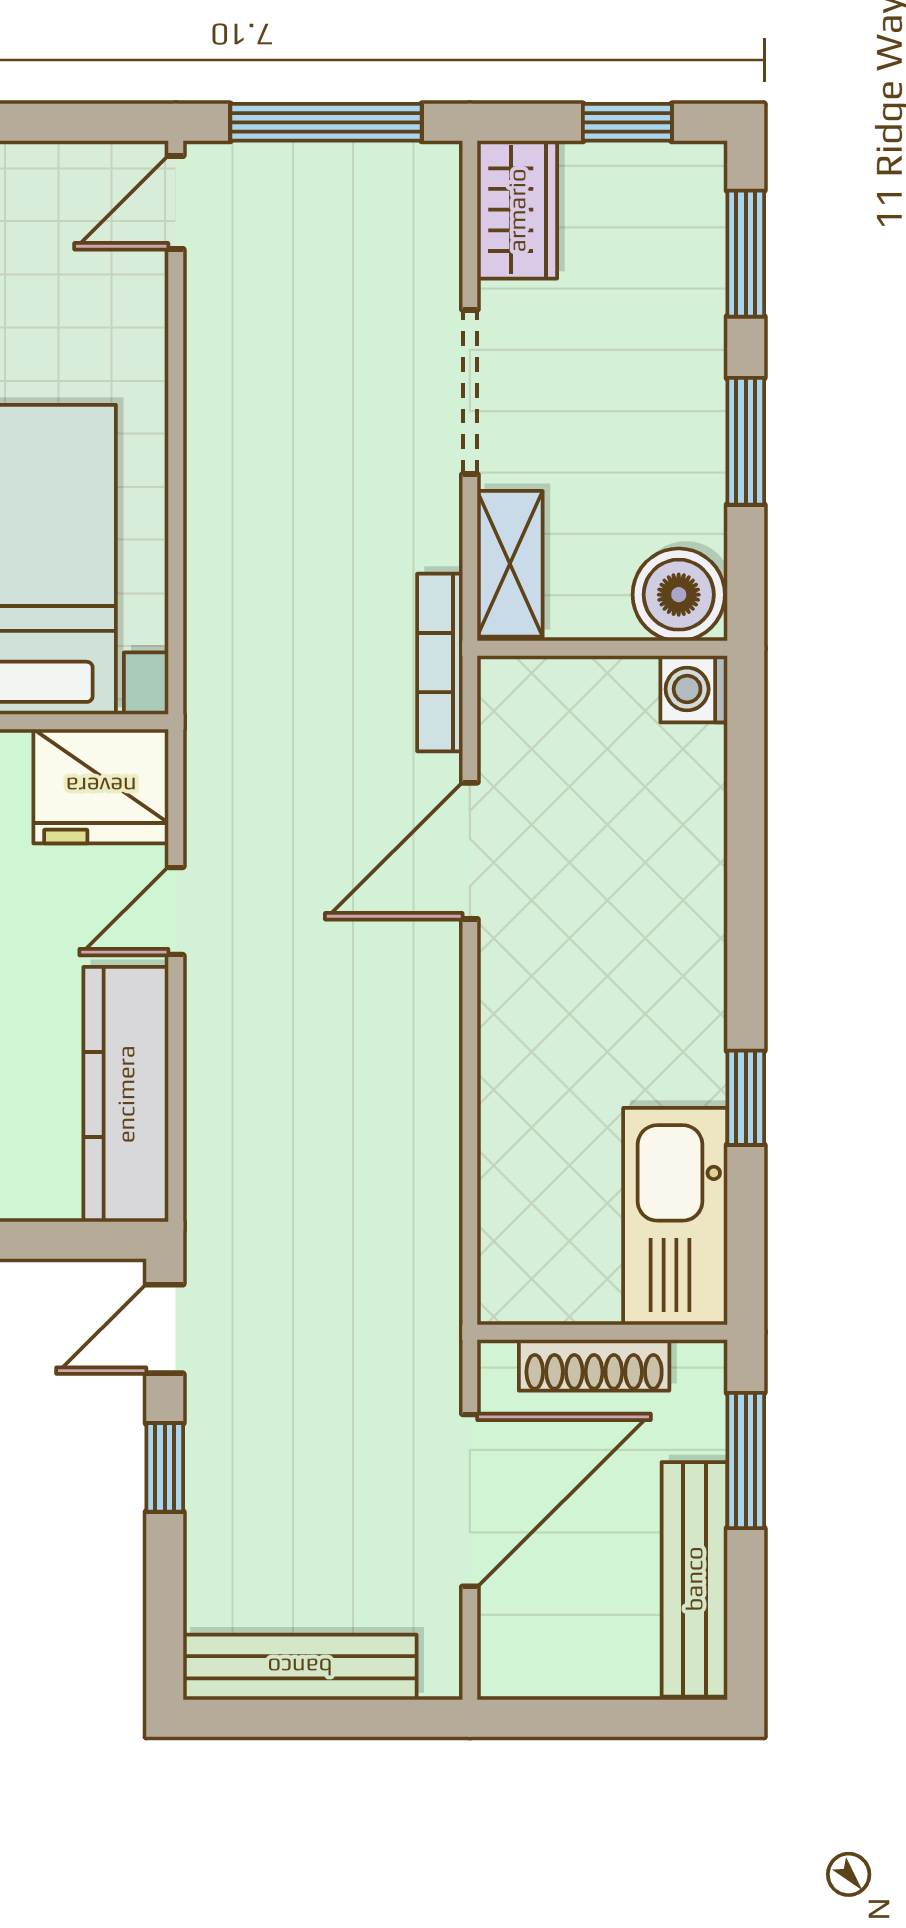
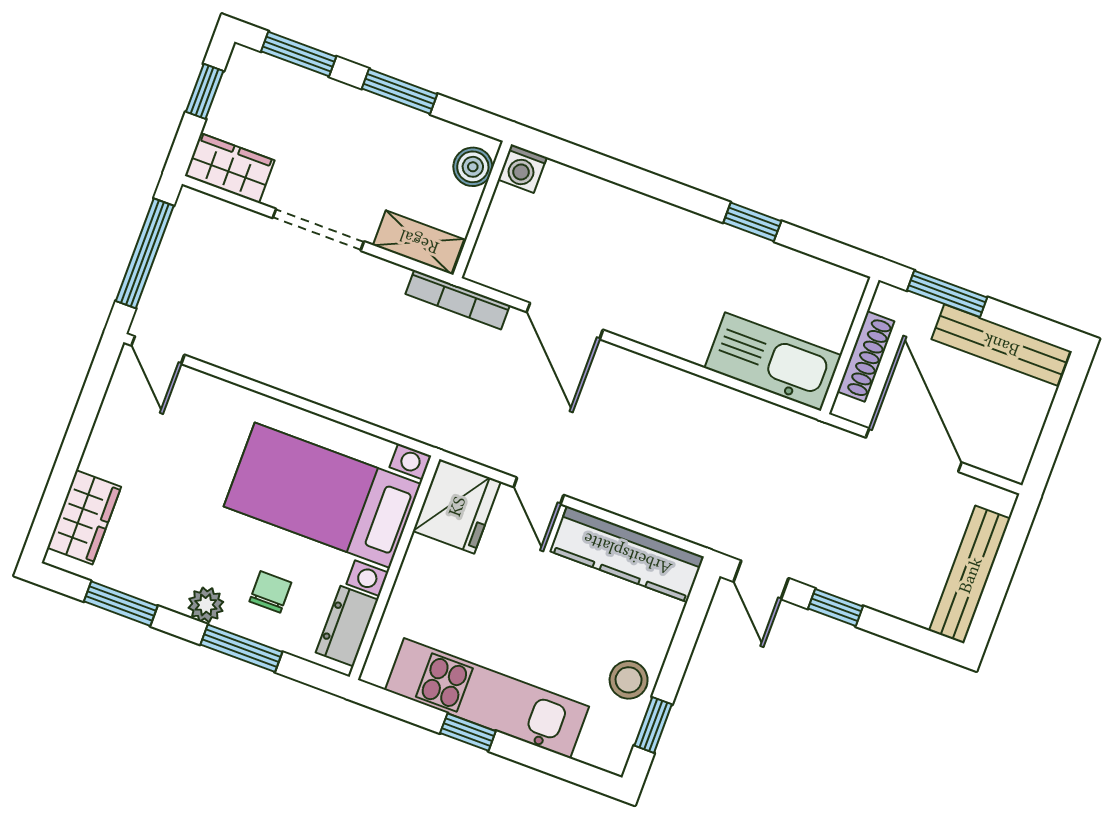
boiler: (679, 595) -> (473, 167), width x0.73, depth x0.73
kitchen sink: (675, 1216) -> (773, 362), moved, turned 180

